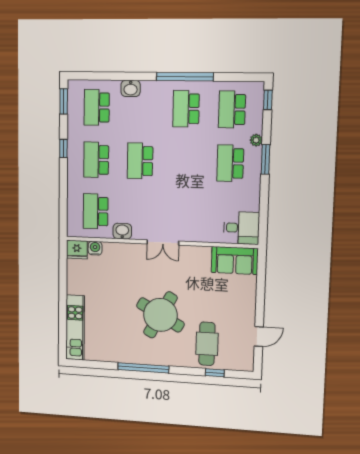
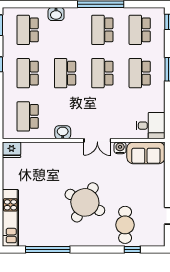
plant: (256, 140) -> (160, 54), removed
school desk: (185, 162) -> (102, 73), added
washbasin: (122, 231) -> (63, 132), moved
double door: (163, 242) -> (97, 140), moved
water cooler: (95, 248) -> (120, 148), moved
window: (143, 368) -> (48, 249), moved

